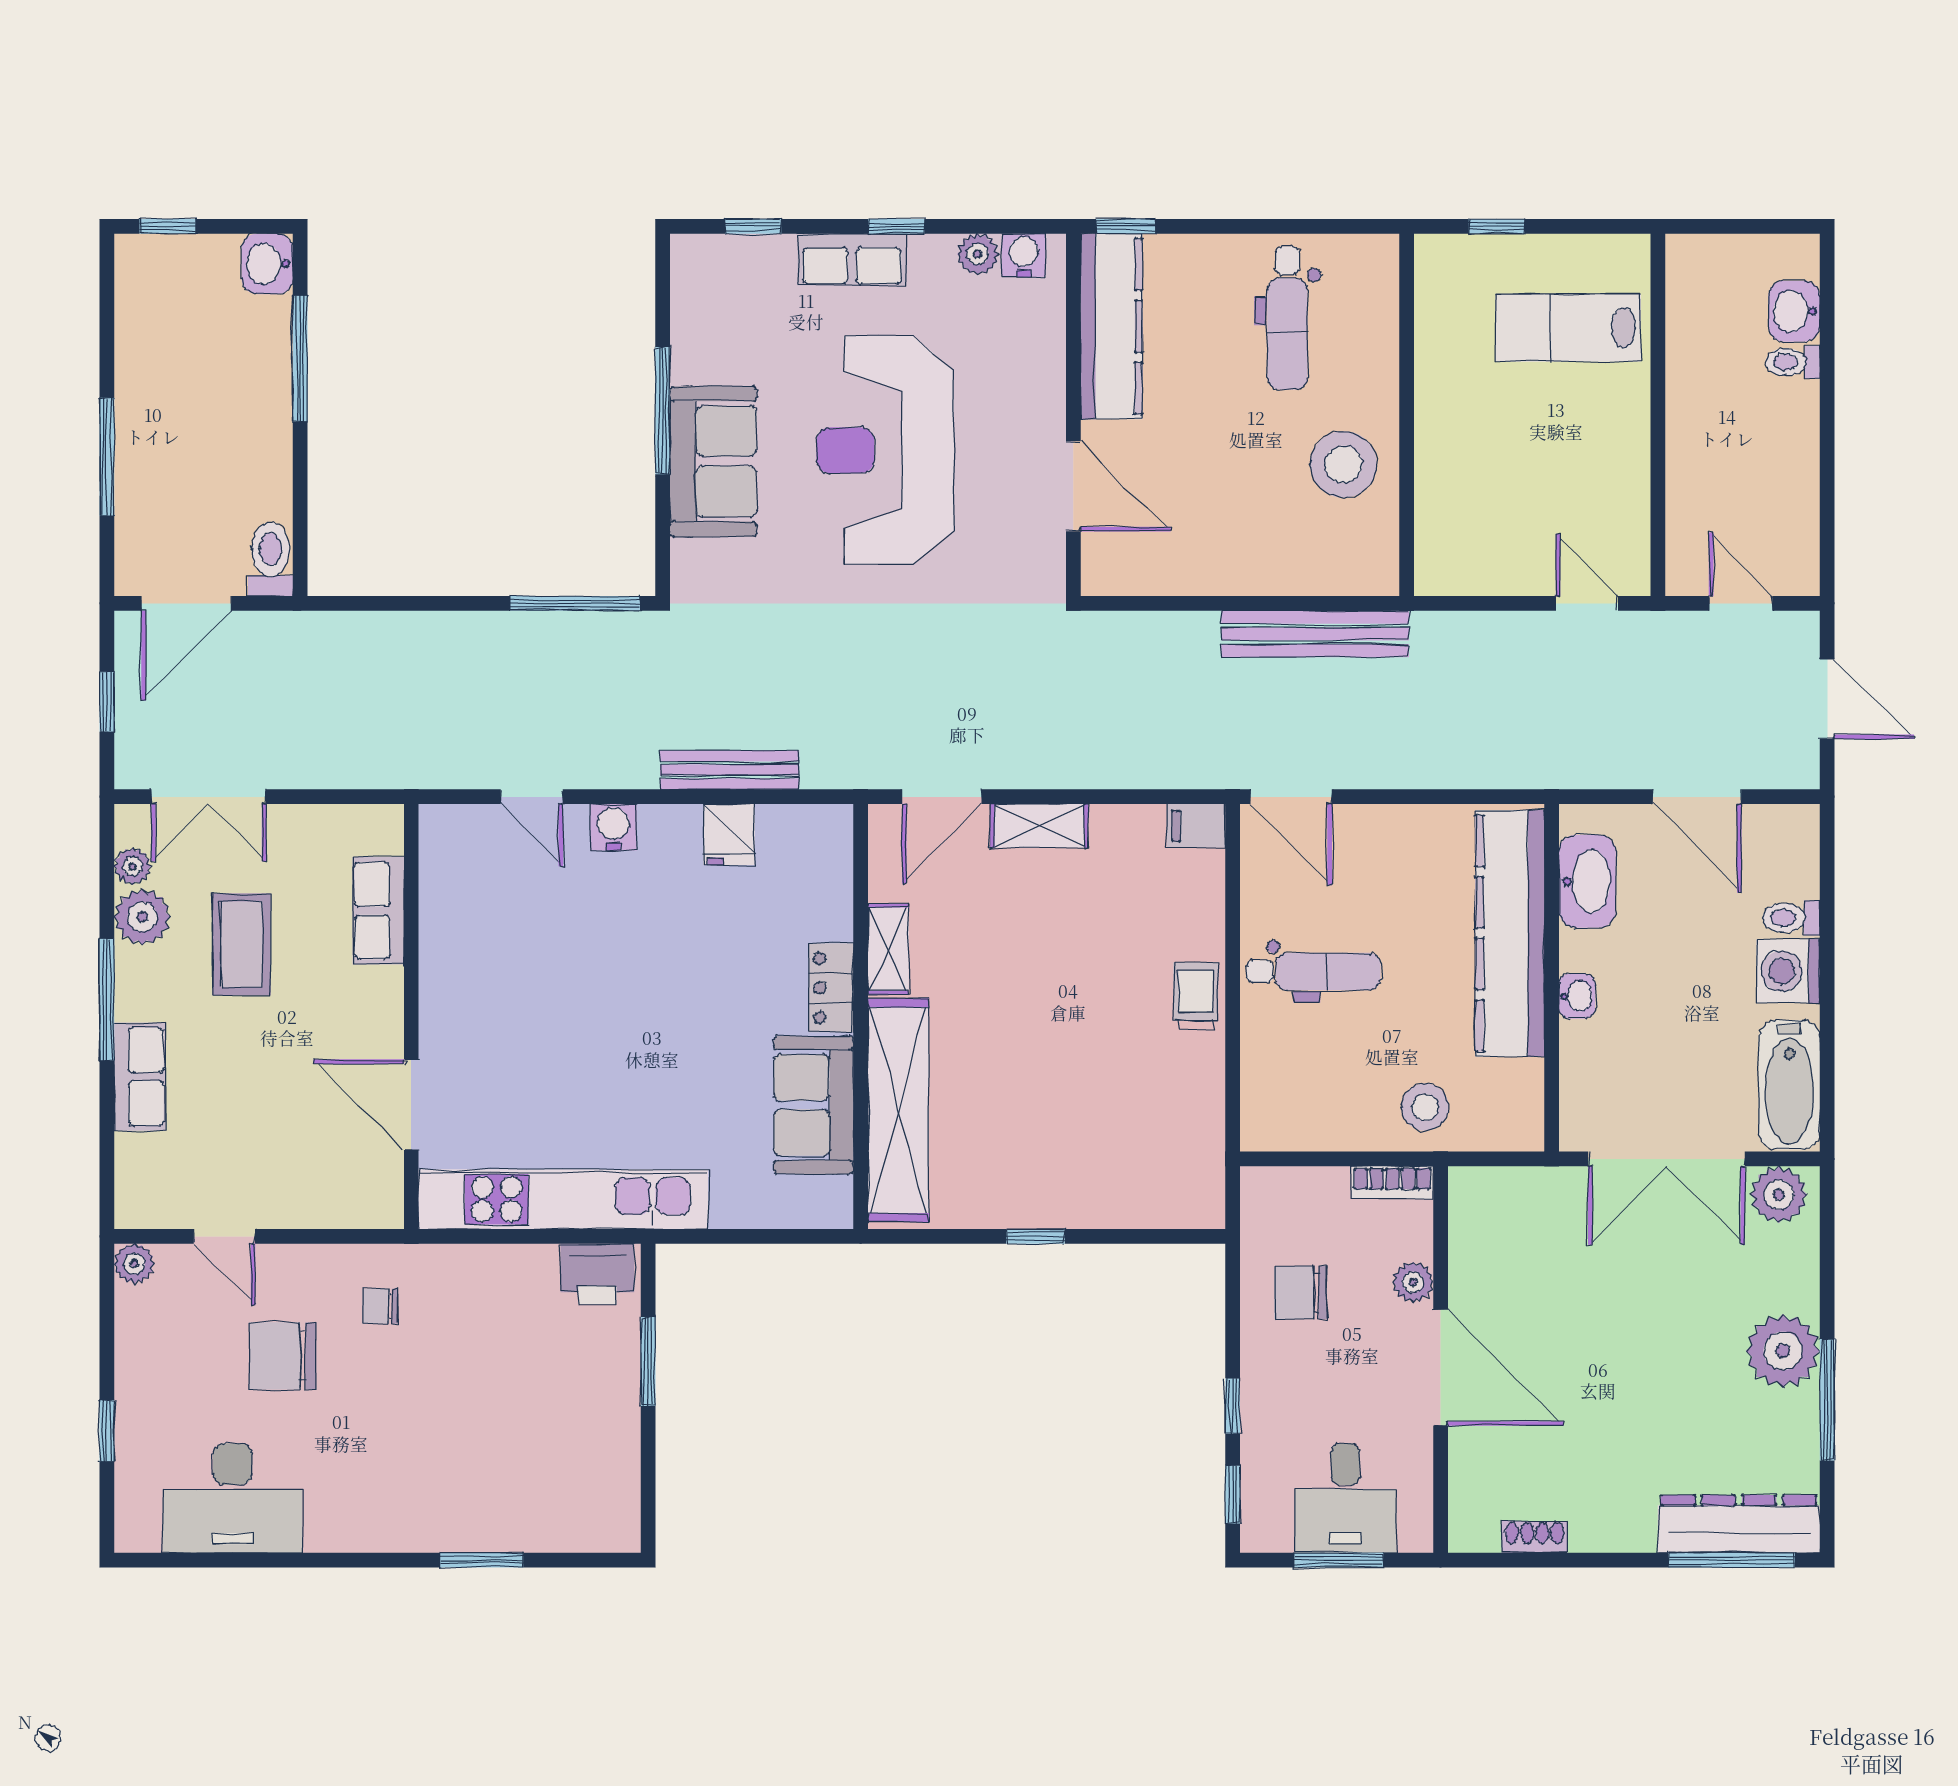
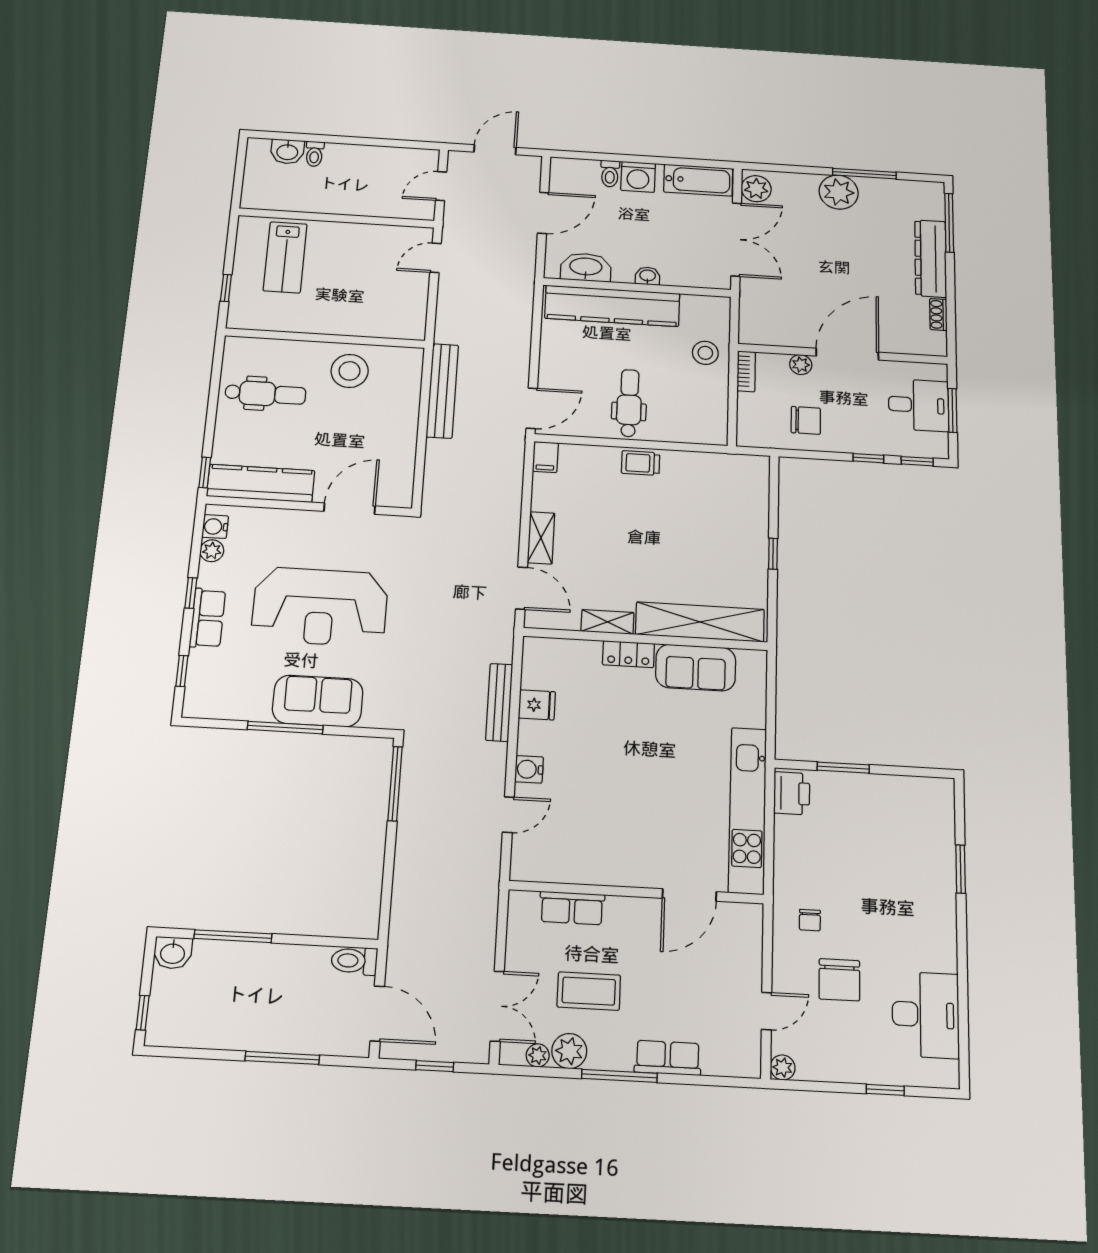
chair: (1301, 1292) -> (806, 420), turned -90
dresser: (1739, 1524) -> (931, 258), moved

